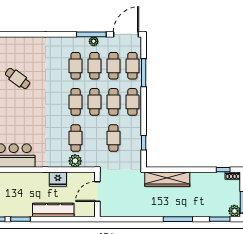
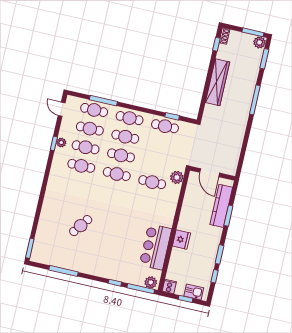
window: (91, 34) -> (54, 143), width x0.46
door: (126, 34) -> (62, 109), width x0.53
cafe table: (113, 138) -> (165, 126), moved
plant: (75, 161) -> (177, 177), moved
fridge: (58, 179) -> (181, 240), moved
wardrobe: (167, 179) -> (217, 82), moved
kitchen counter: (53, 210) -> (221, 206), moved
window: (60, 219) -> (228, 216), added

